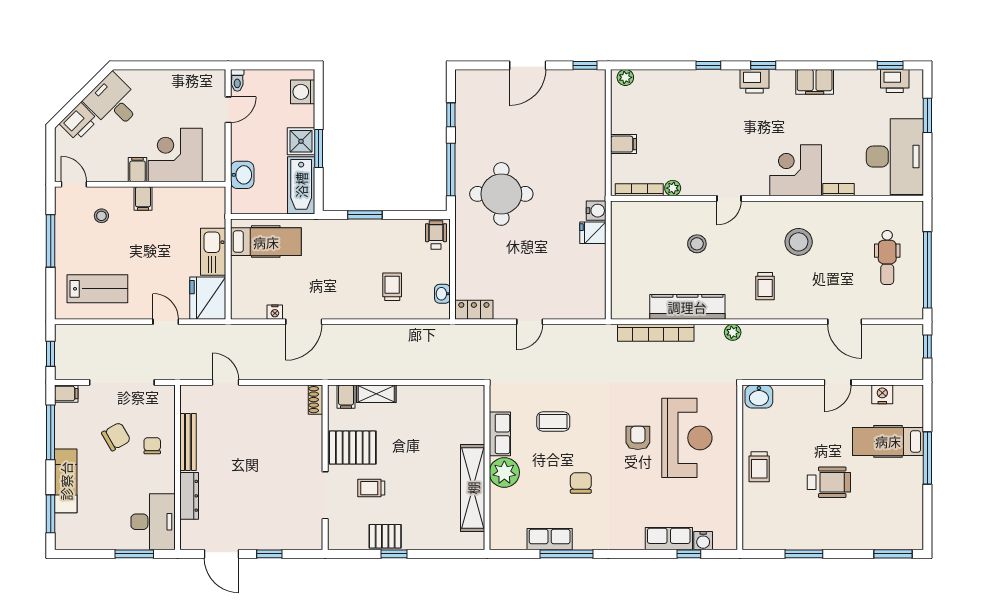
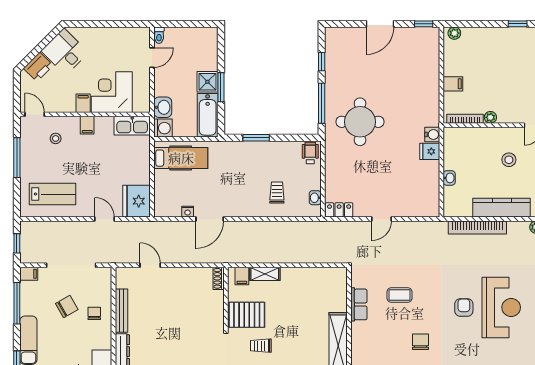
washing machine: (303, 92) -> (163, 128), moved, turned 180
kitchen sink: (213, 252) -> (132, 126), moved, turned -90
washbasin: (619, 268) -> (449, 178), added
plant: (504, 472) -> (362, 334), removed

